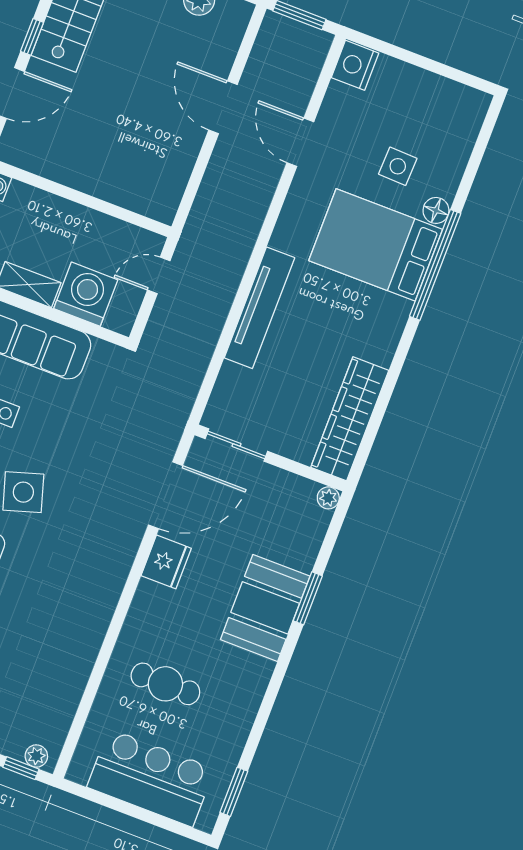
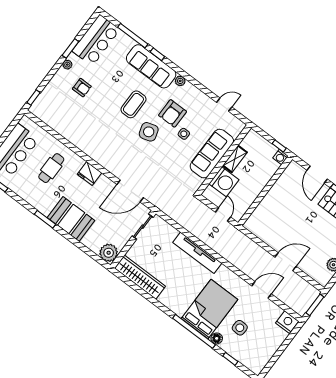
window: (472, 167) -> (230, 359), added
door: (166, 495) -> (130, 191), hinge flipped
plant: (328, 498) -> (109, 253), width x1.88, depth x1.88
fridge: (166, 562) -> (89, 174), moved
window: (308, 598) -> (45, 219), moved
plant: (36, 756) -> (37, 105), removed

